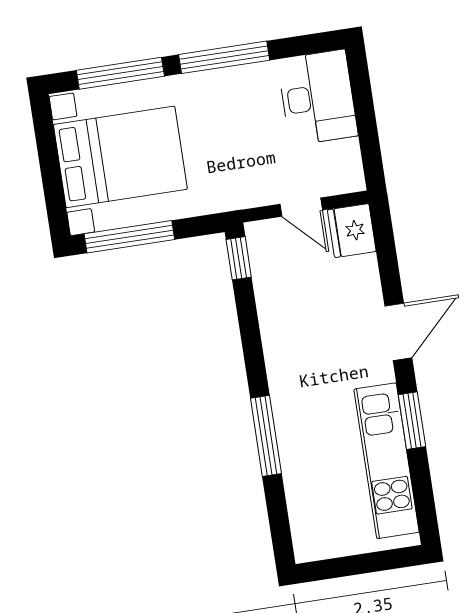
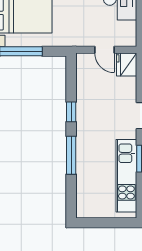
window: (239, 258) -> (71, 112), moved

